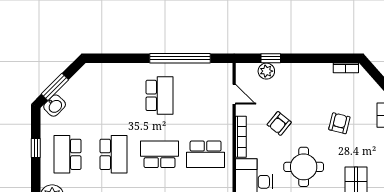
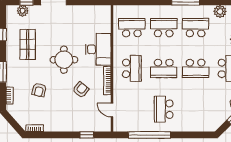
plant: (266, 71) -> (90, 126), removed
school desk: (113, 154) -> (196, 68), turned -90
school desk: (206, 154) -> (132, 68), turned 90

